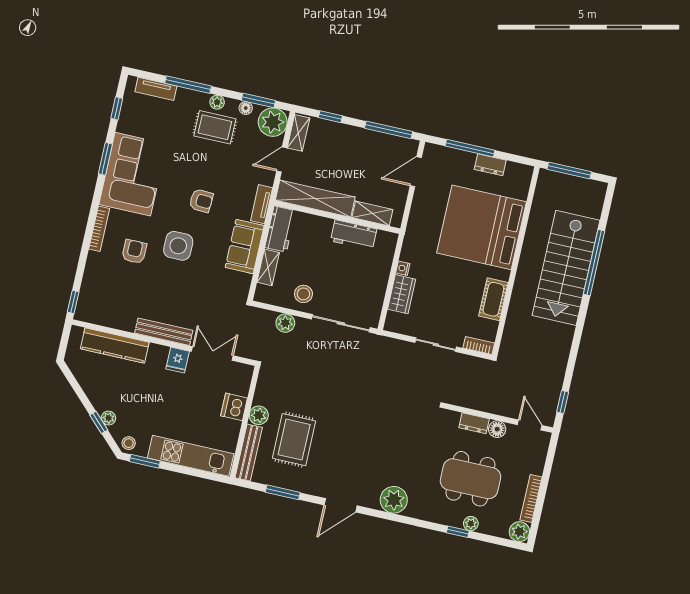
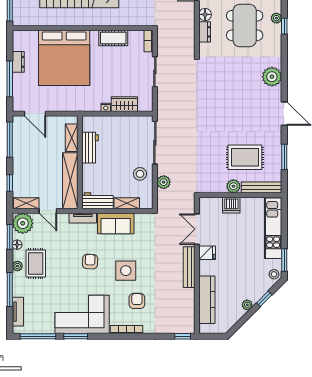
window: (117, 108) -> (38, 336), width x2.17
armchair: (134, 252) -> (137, 301), turned 90
plant: (108, 418) -> (247, 305), moved

